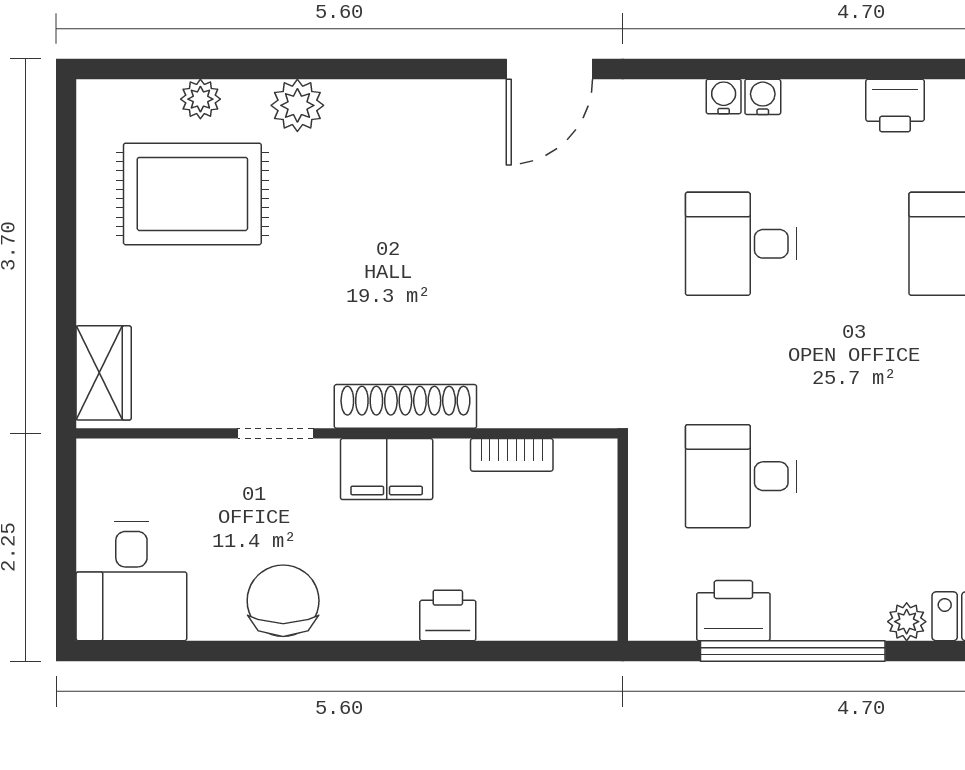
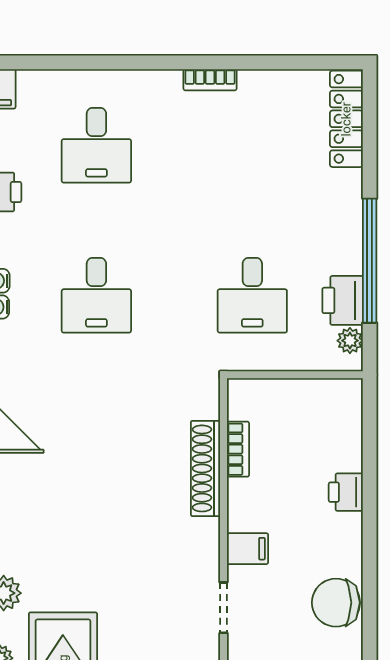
shoe rack: (405, 406) -> (205, 468), moved
filing cabinet: (387, 469) -> (248, 549), width x0.50
plant: (907, 622) -> (350, 341), moved

